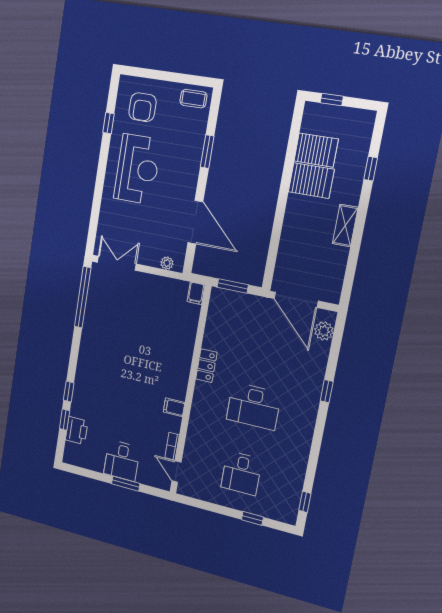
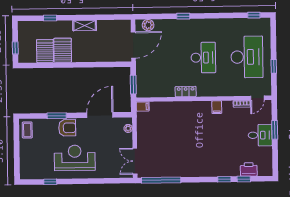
armchair: (142, 107) -> (67, 128), moved
desk: (241, 473) -> (247, 57), width x1.87, depth x1.30
window: (252, 518) -> (274, 66), moved

